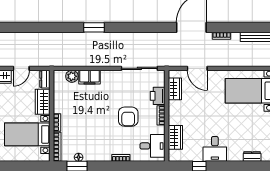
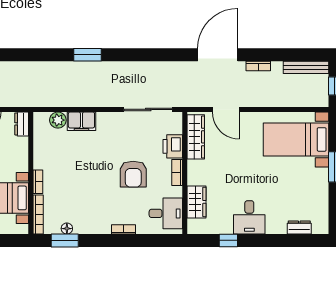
wardrobe: (175, 89) -> (196, 137), width x1.50
wardrobe: (43, 102) -> (19, 154), removed

